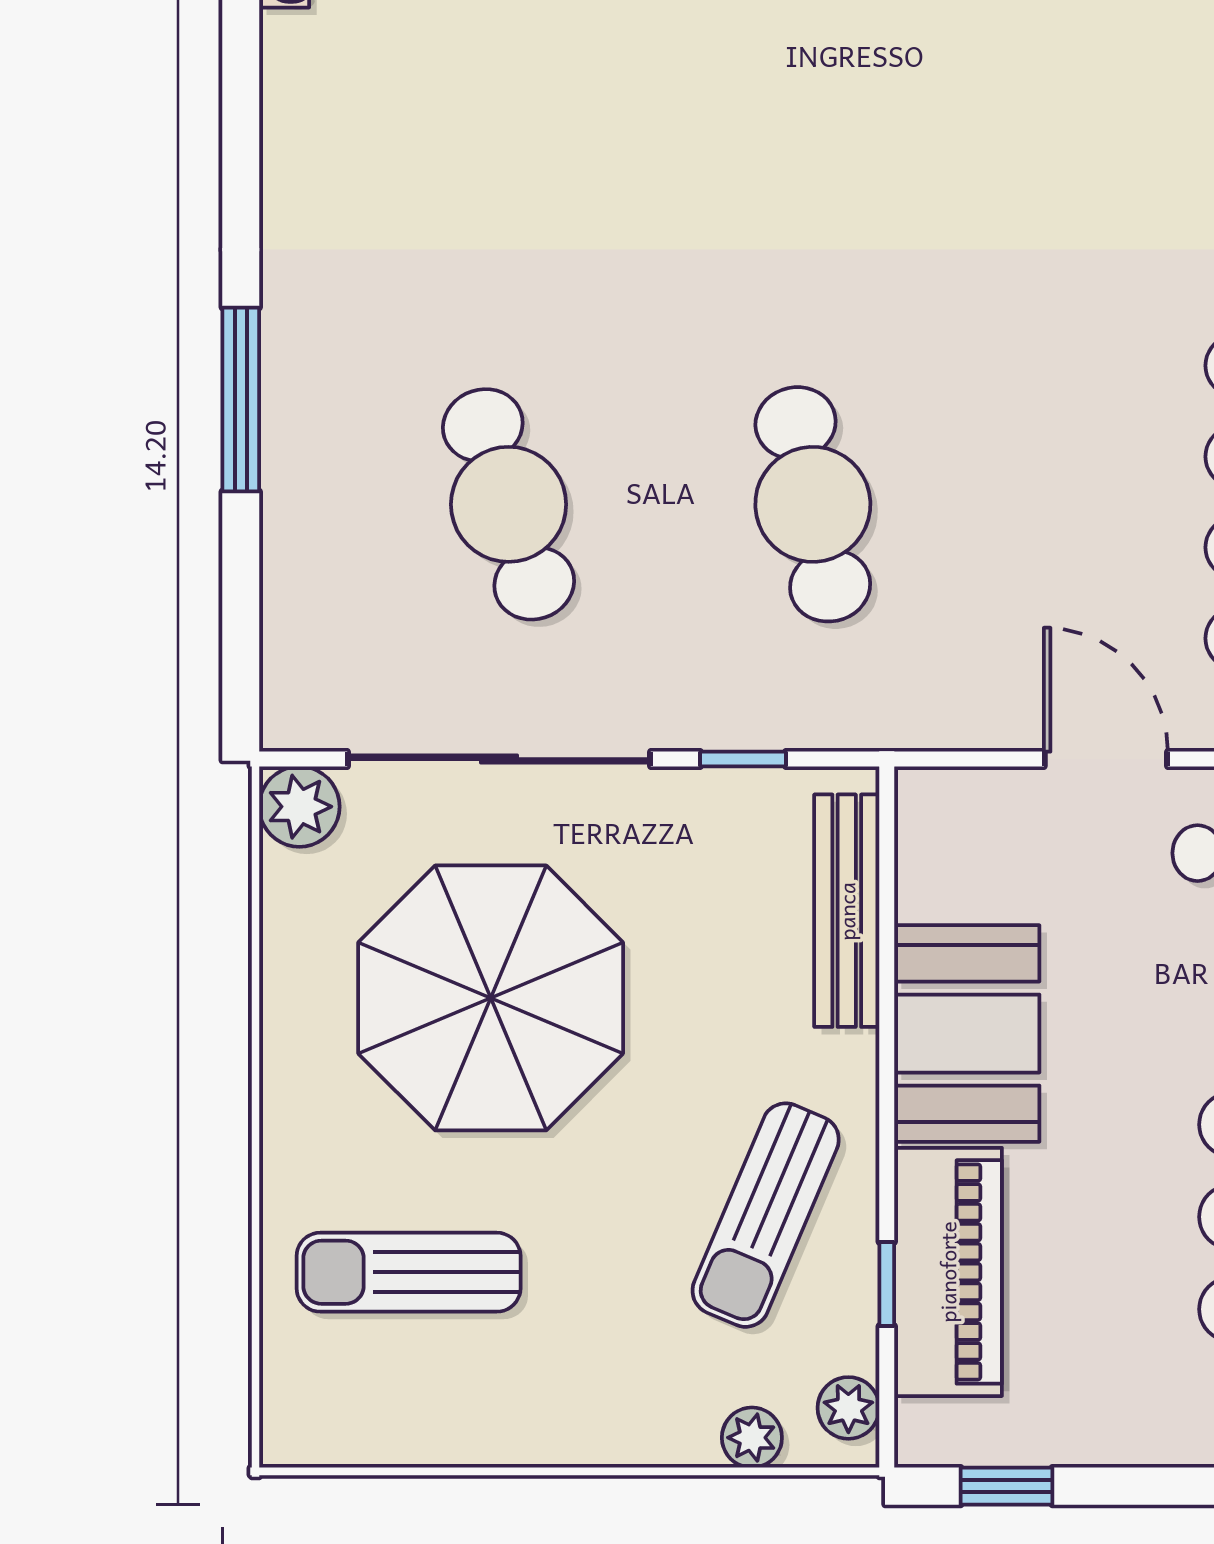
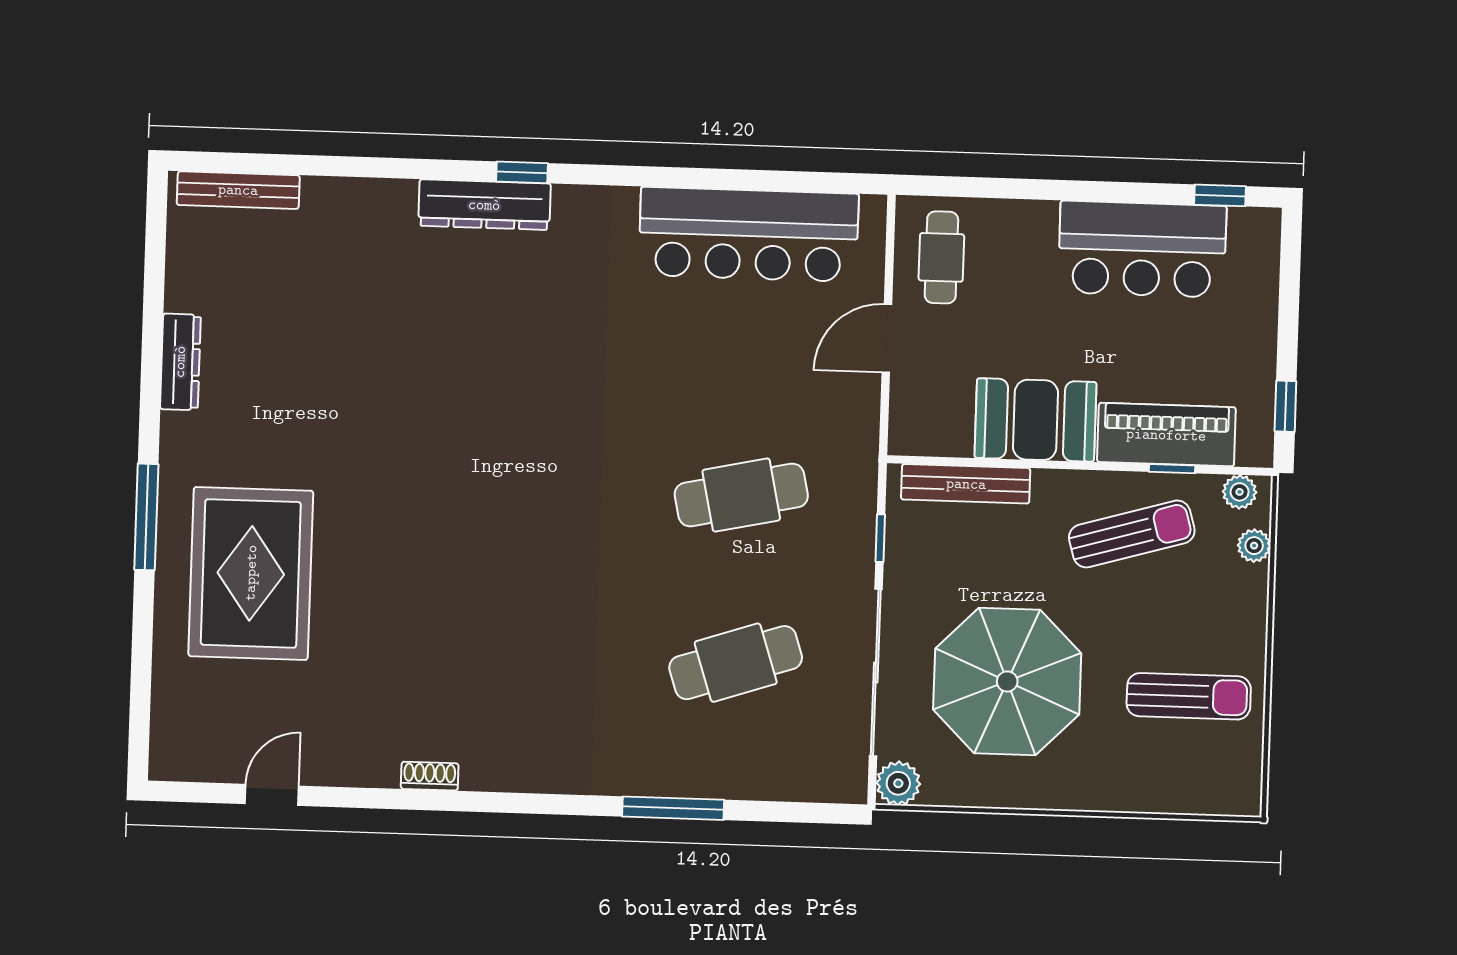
sun lounger: (766, 1215) -> (1132, 534), turned -39
sun lounger: (409, 1272) -> (1189, 696), moved, turned -90

